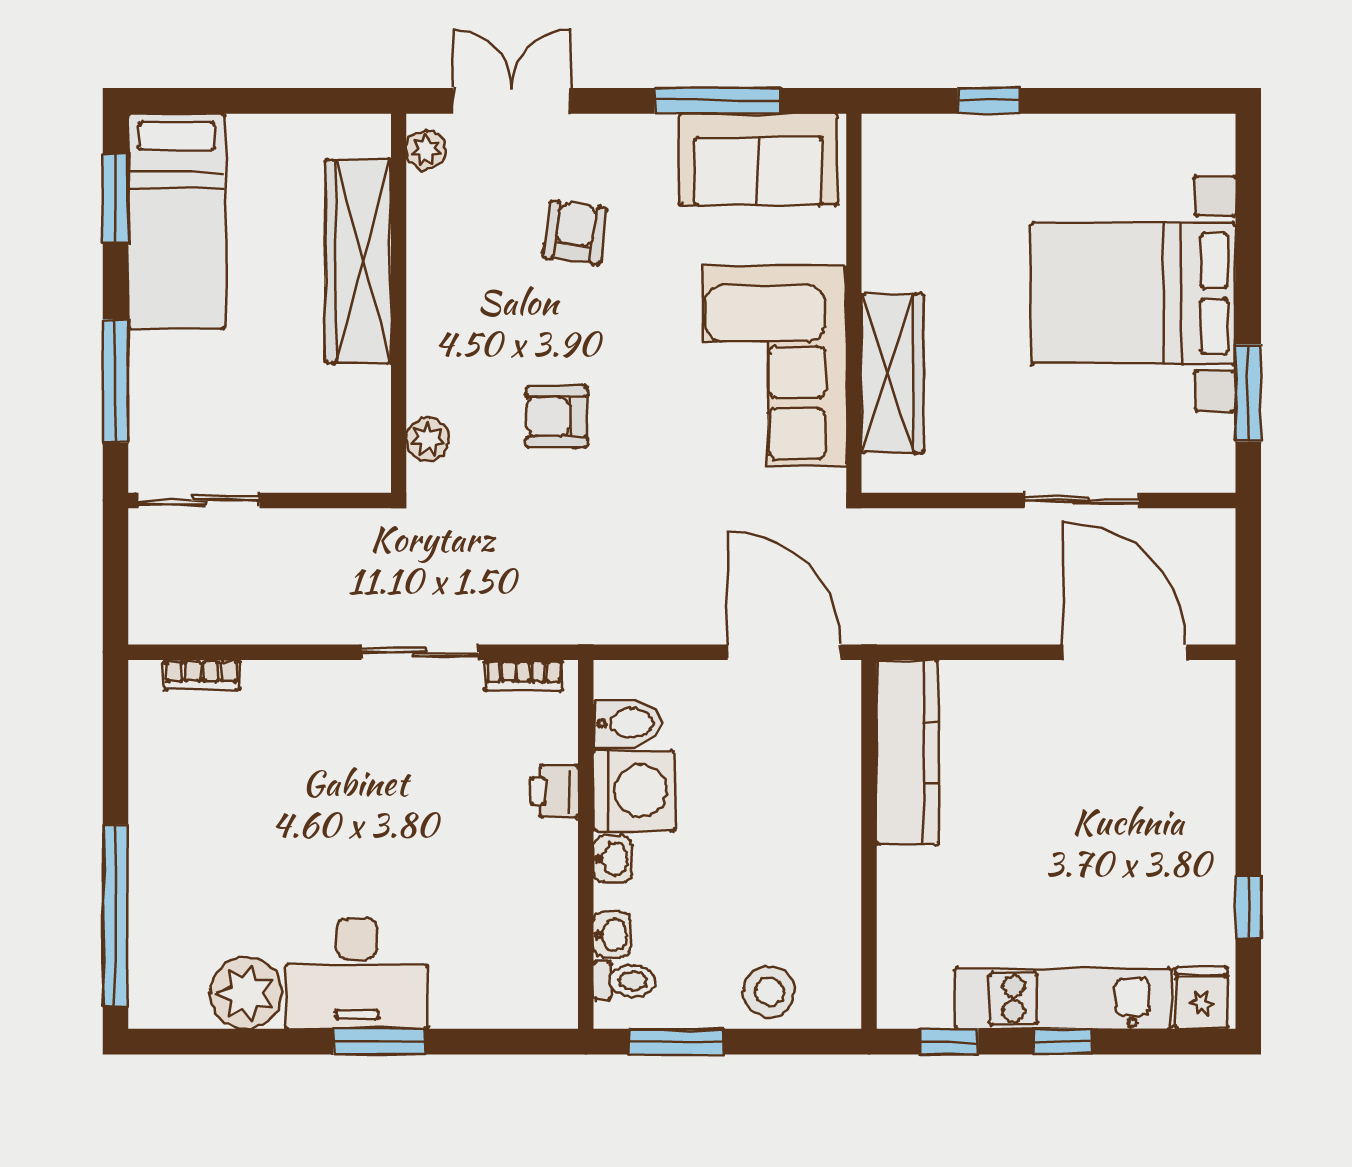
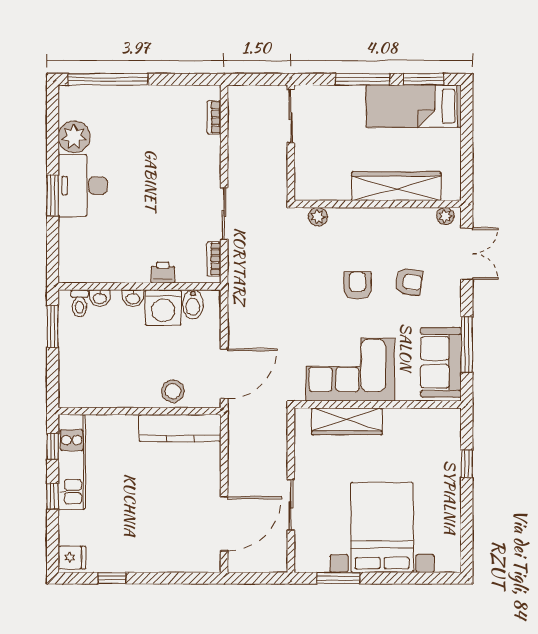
window: (115, 381) -> (363, 79), moved
armchair: (557, 417) -> (357, 286), moved
stool: (769, 992) -> (173, 391), moved
kitchen unit: (1063, 999) -> (72, 462), moved

